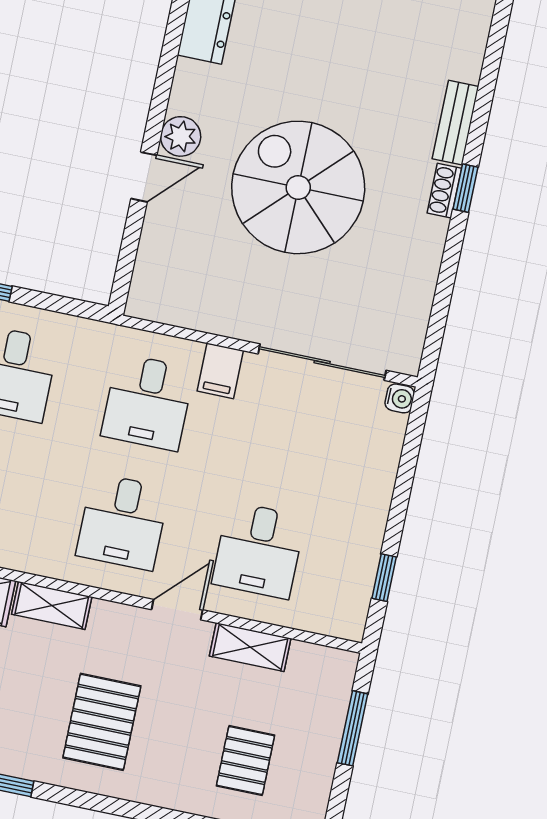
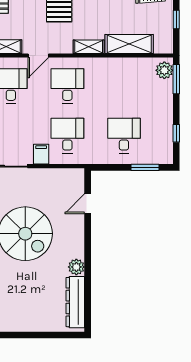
plant: (181, 136) -> (76, 267), moved
door: (144, 177) -> (88, 204), moved

